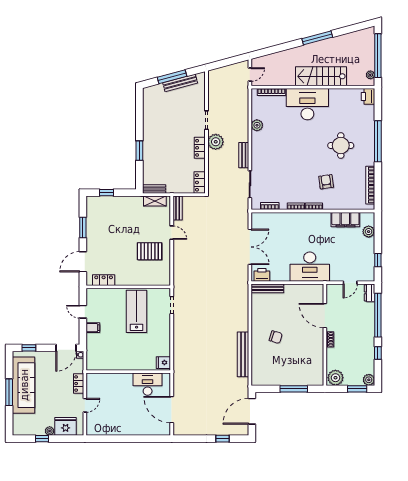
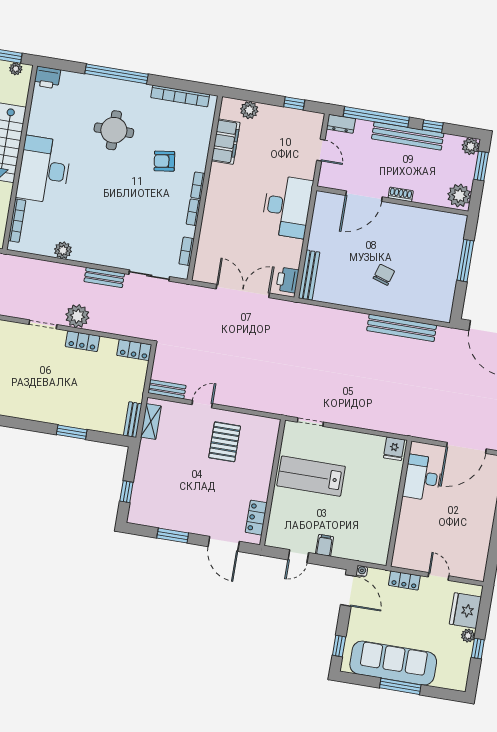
bench: (369, 338) -> (408, 136), added

